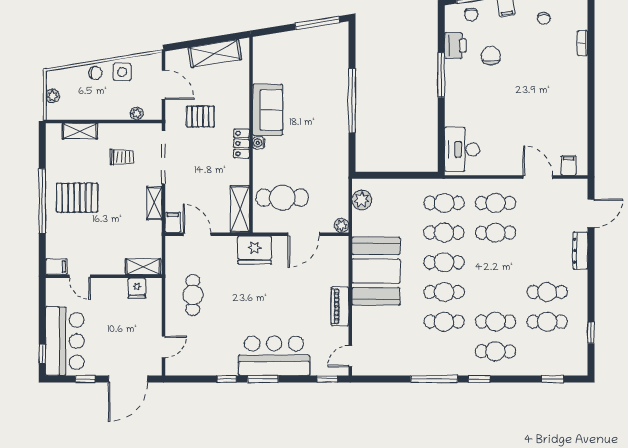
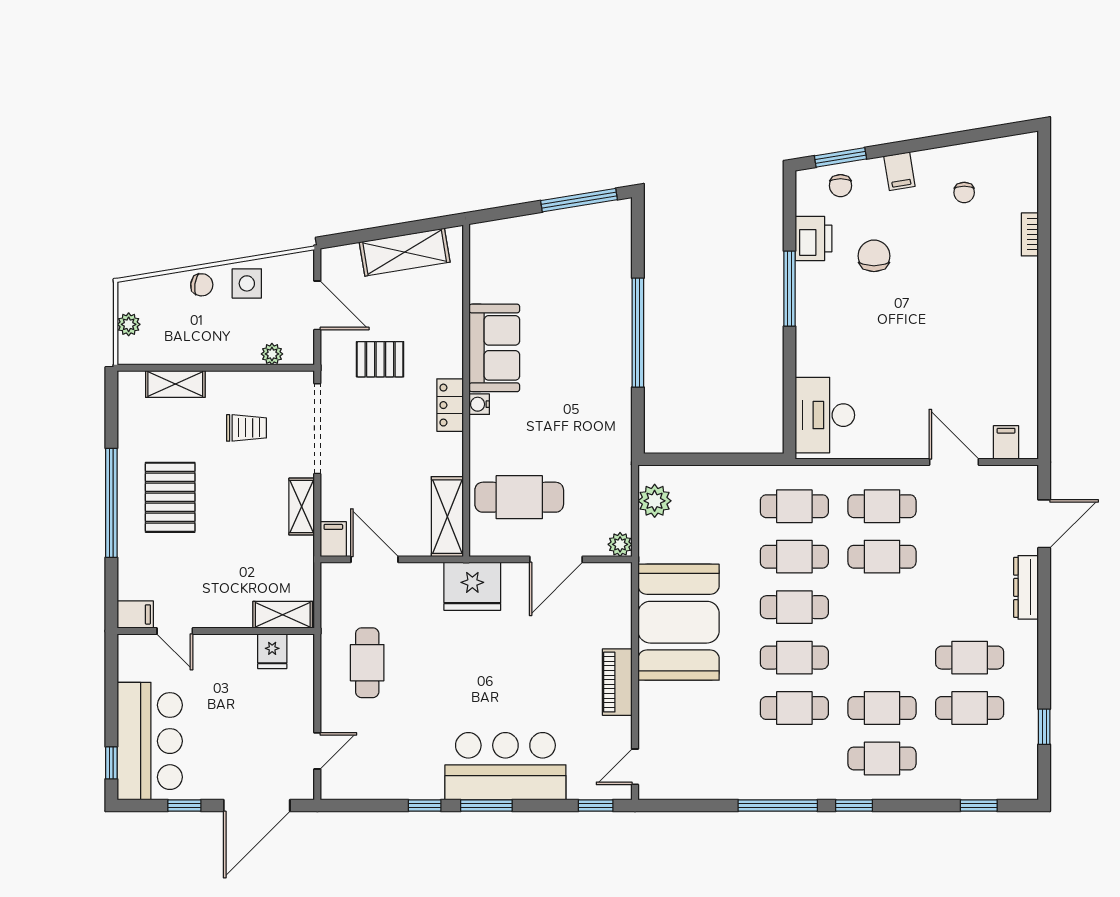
pallet: (77, 198) -> (170, 497), turned 90

